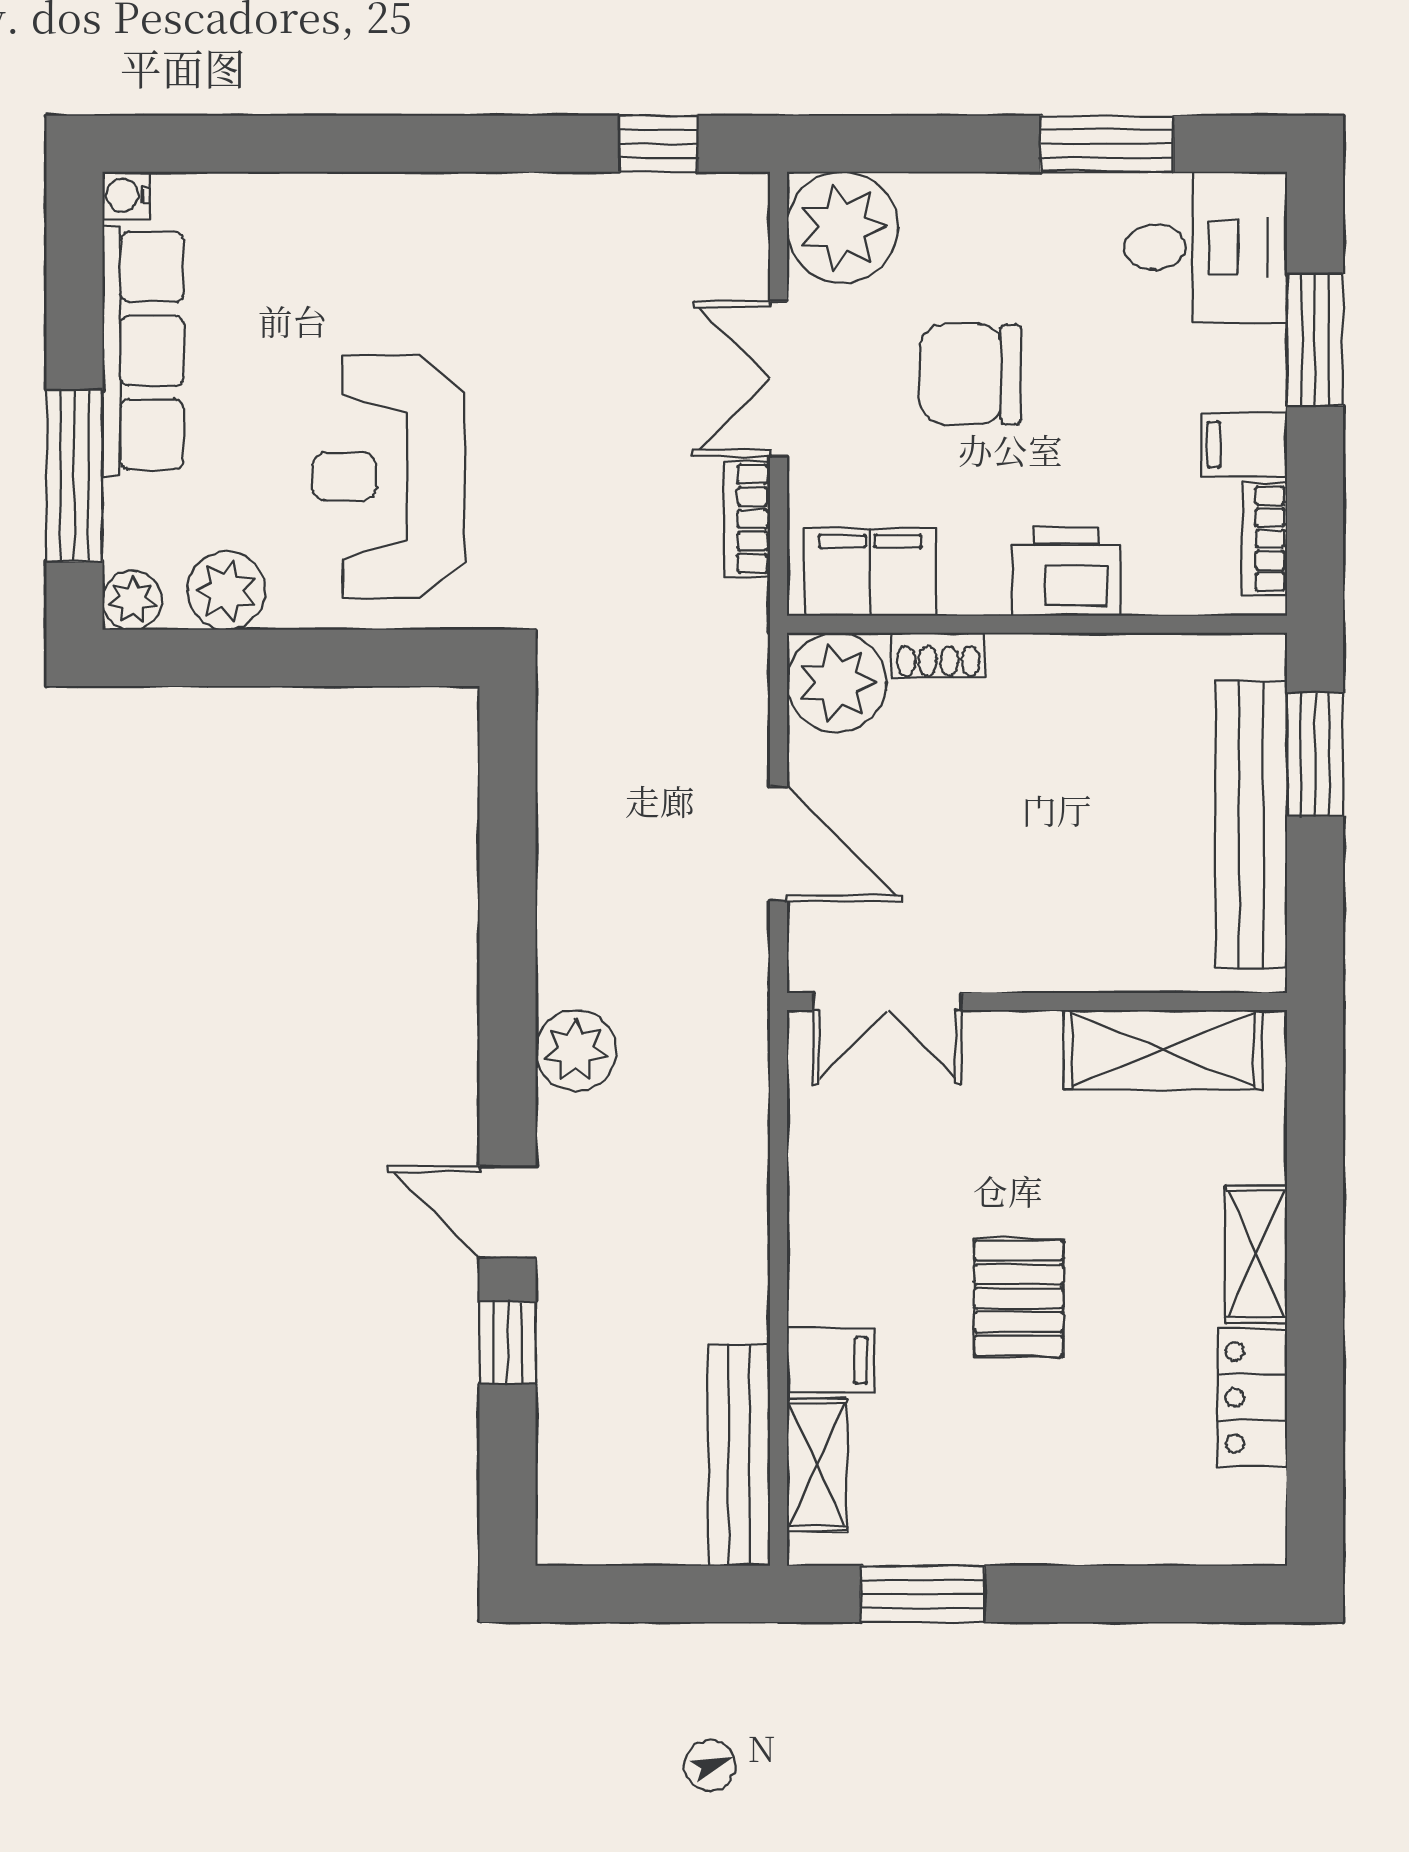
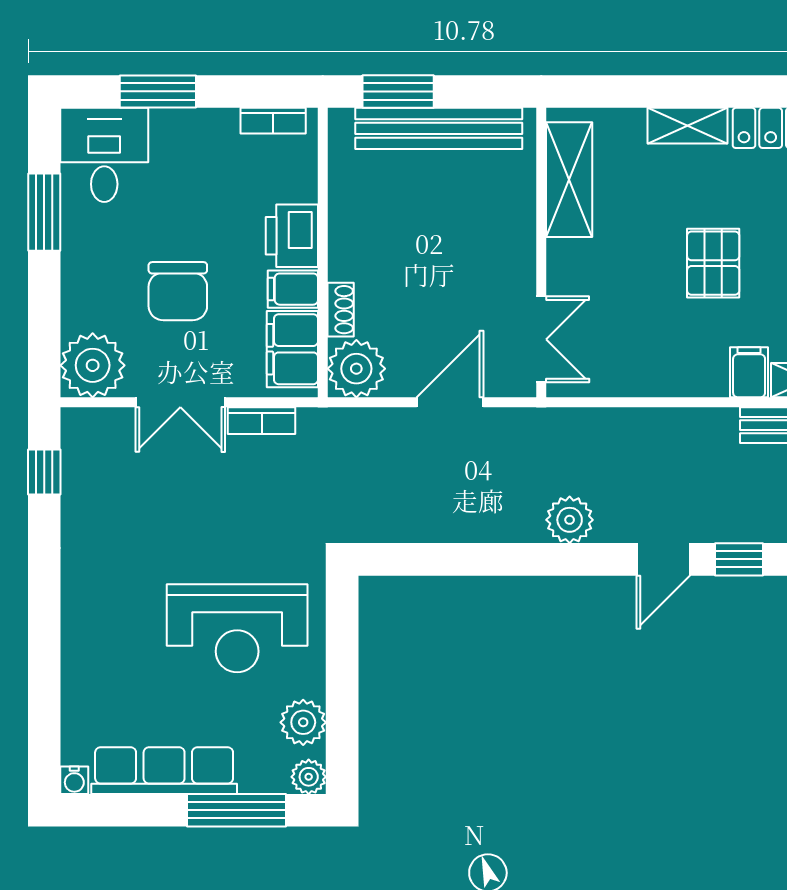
filing cabinet: (1244, 445) -> (293, 289), moved, turned 90
pallet: (1019, 1298) -> (713, 263), turned 90

